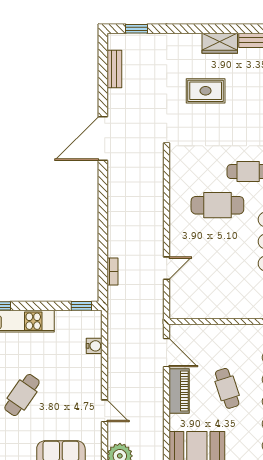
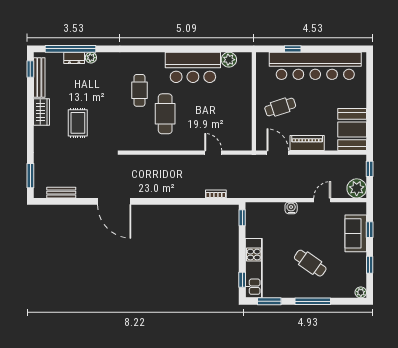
window: (136, 29) -> (30, 176), width x1.50
water cooler: (94, 346) -> (291, 208), moved
door: (167, 353) -> (278, 153), hinge flipped
cafe table: (227, 388) -> (280, 107), moved

